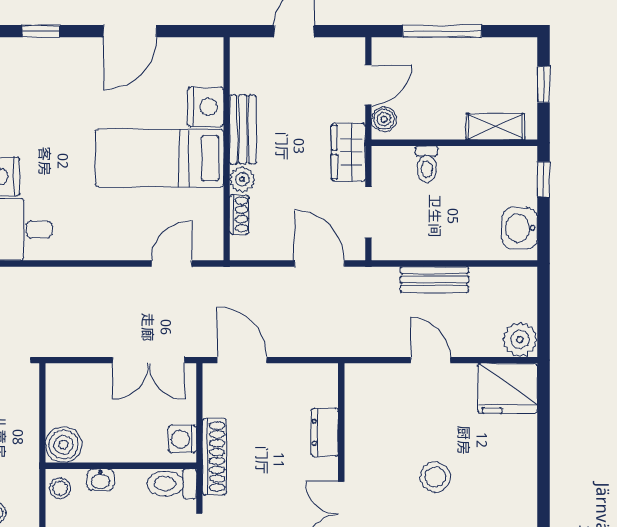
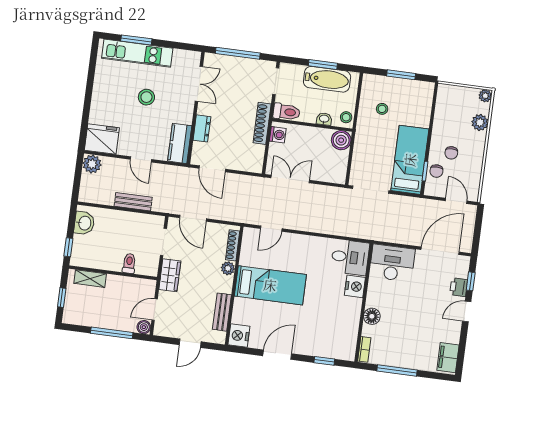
nightstand: (206, 107) -> (239, 336), moved
boiler: (384, 119) -> (144, 327), moved
bench: (243, 129) -> (222, 312), moved
shoe rack: (239, 214) -> (233, 245), width x1.43
door: (242, 360) -> (212, 169), moved
kitchen counter: (362, 399) -> (180, 143), added

